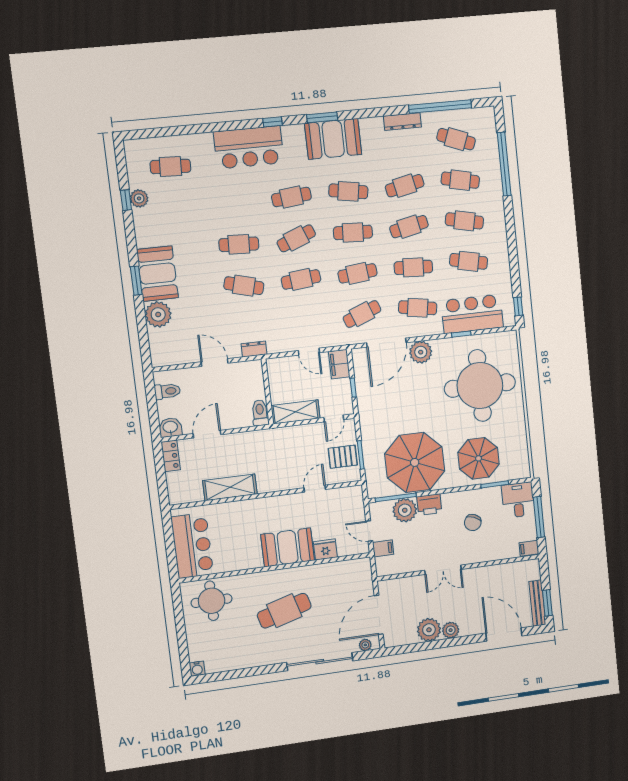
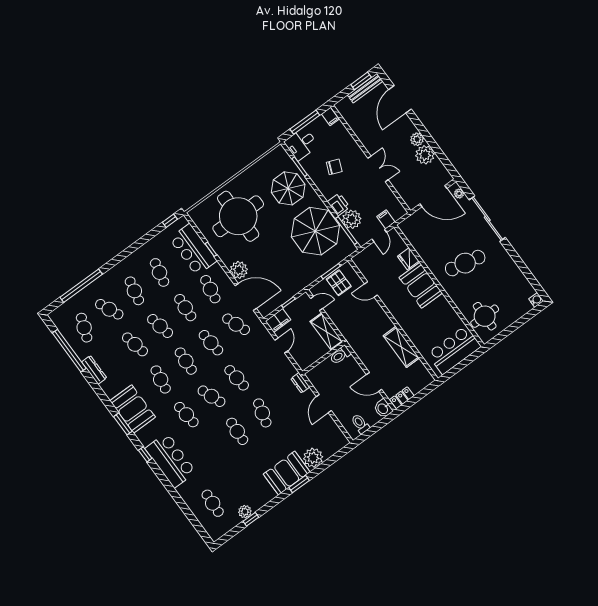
cafe table: (460, 180) -> (109, 309), turned -36
cafe table: (284, 611) -> (465, 263), turned -62

